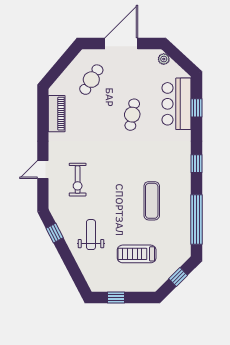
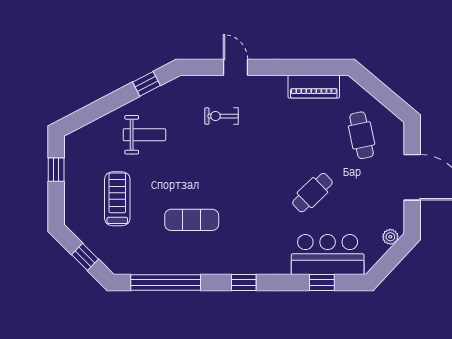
cafe table: (91, 80) -> (362, 135), turned 46
cafe table: (132, 115) -> (312, 193), turned -54
exercise bike: (78, 180) -> (221, 116), width x0.73, depth x0.72

